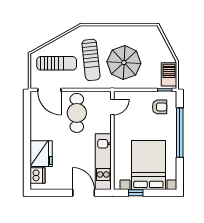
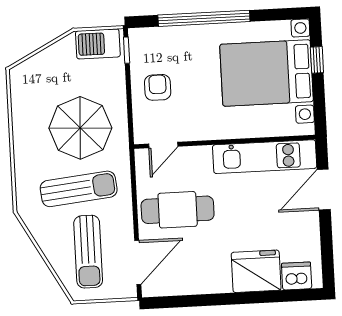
sun lounger: (57, 63) -> (88, 252), turned 180
door: (112, 107) -> (163, 145), swing flipped
armchair: (160, 107) -> (158, 87), moved
window: (136, 193) -> (317, 60), moved

